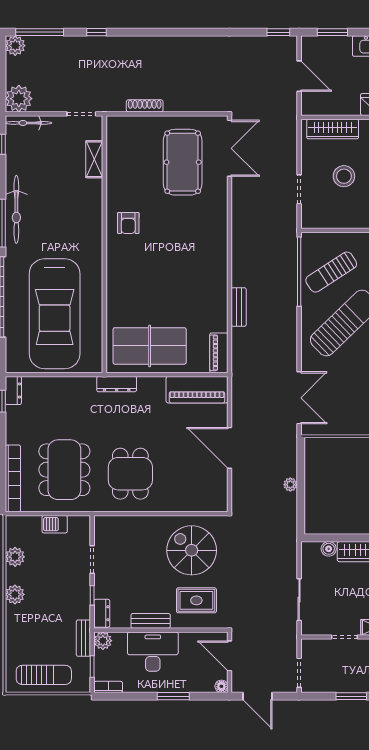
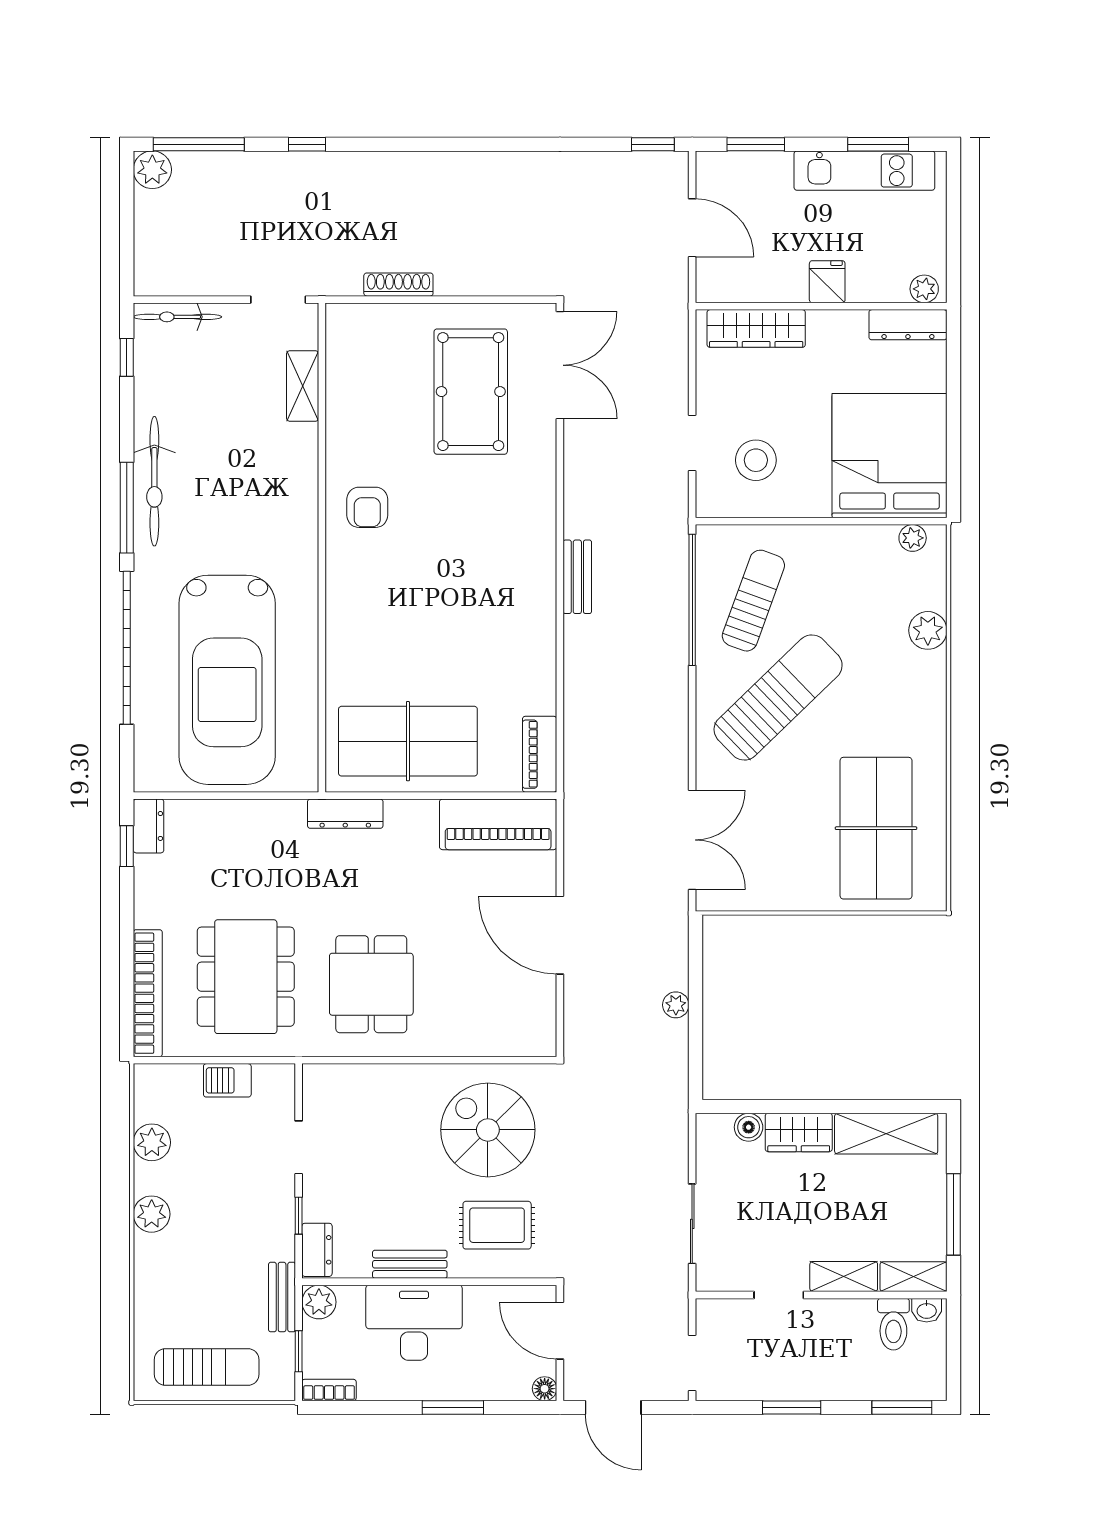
plant: (19, 99) -> (159, 271), removed
stool: (344, 176) -> (756, 460), moved
sun lounger: (331, 272) -> (753, 601), turned 143
bench: (239, 307) -> (577, 577), moved

